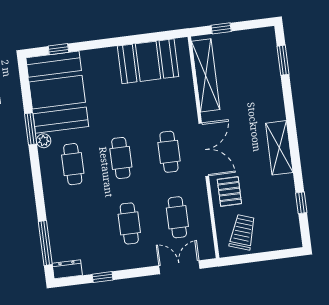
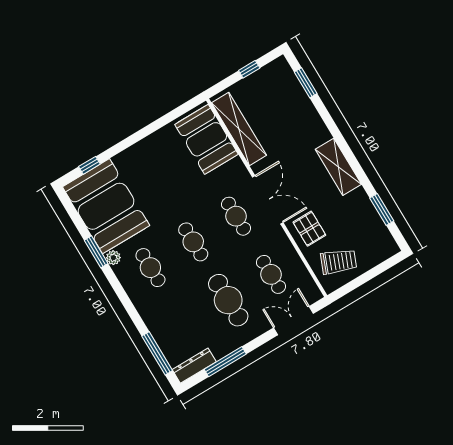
window: (221, 28) -> (249, 69), moved
booth: (148, 61) -> (206, 139), moved, turned 90
window: (301, 203) -> (382, 210), width x1.50
cafe table: (129, 223) -> (228, 300), width x1.37, depth x1.35
trolley: (243, 232) -> (339, 262), turned 93
dresser: (67, 269) -> (194, 366), width x1.44
window: (103, 277) -> (225, 362), width x2.17

